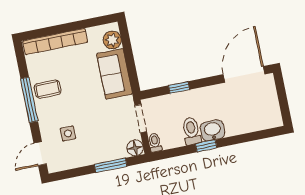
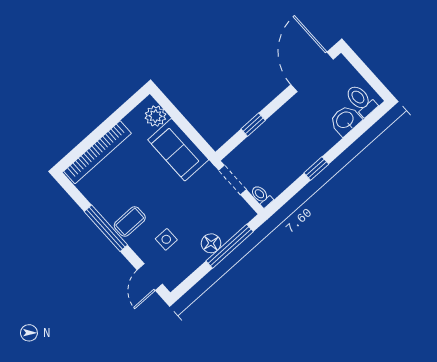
coffee table: (48, 89) -> (130, 222), moved
washbasin: (213, 130) -> (345, 120), moved
toilet: (191, 131) -> (361, 100), moved
floor lamp: (135, 148) -> (211, 243), moved
window: (111, 165) -> (230, 246), width x1.44

